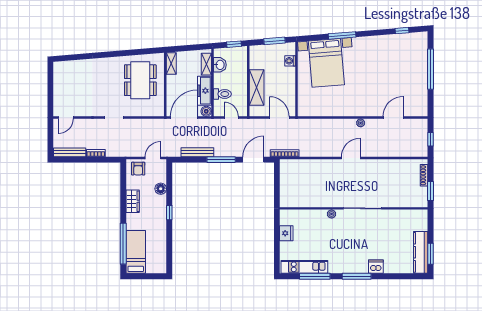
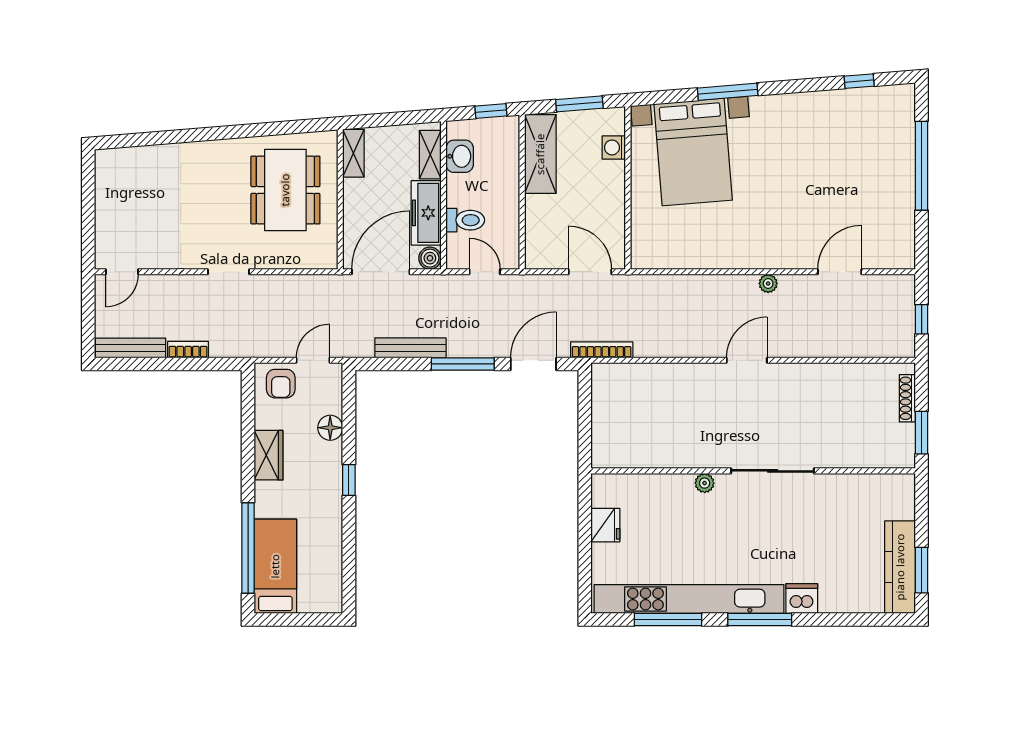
shelving: (257, 88) -> (540, 154), moved
kitchen unit: (304, 267) -> (689, 599), width x1.86

